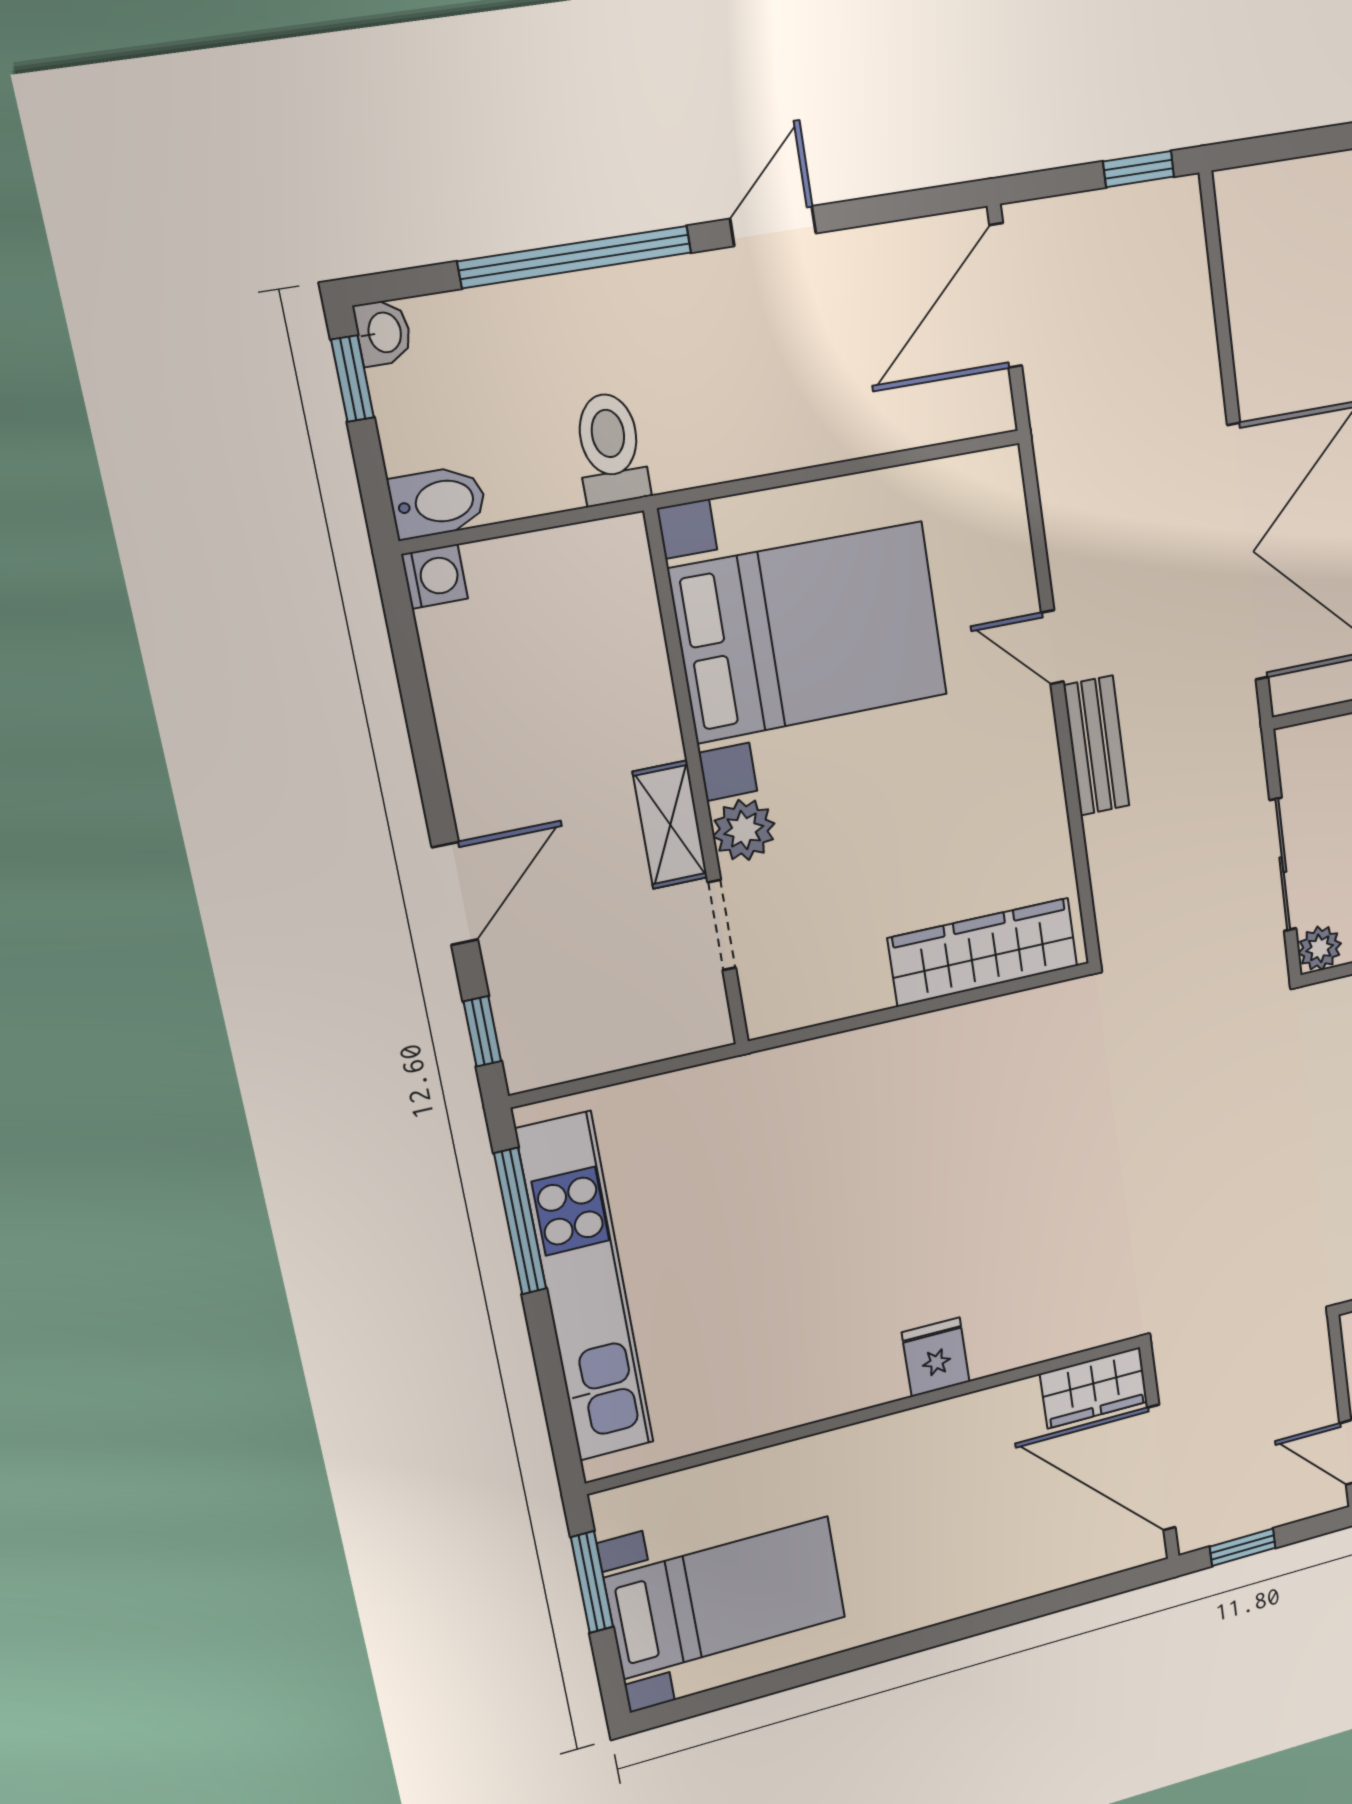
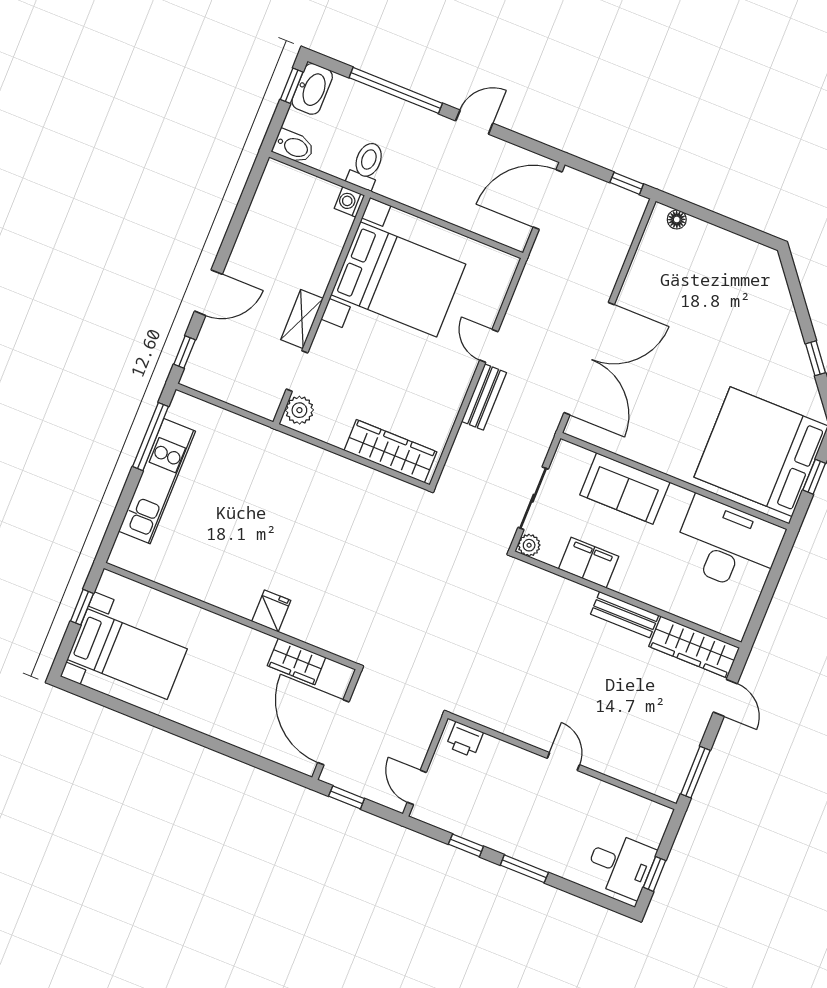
floor lamp: (1270, 183) -> (677, 220), added
washbasin: (383, 333) -> (312, 89), width x1.91, depth x1.45
washing machine: (435, 576) -> (349, 202), moved, turned 180
plant: (744, 830) -> (299, 410), moved
kitchen unit: (585, 1288) -> (157, 481), width x0.73
wardrobe: (1094, 1388) -> (297, 661), moved
window: (592, 1582) -> (82, 607), width x0.67

